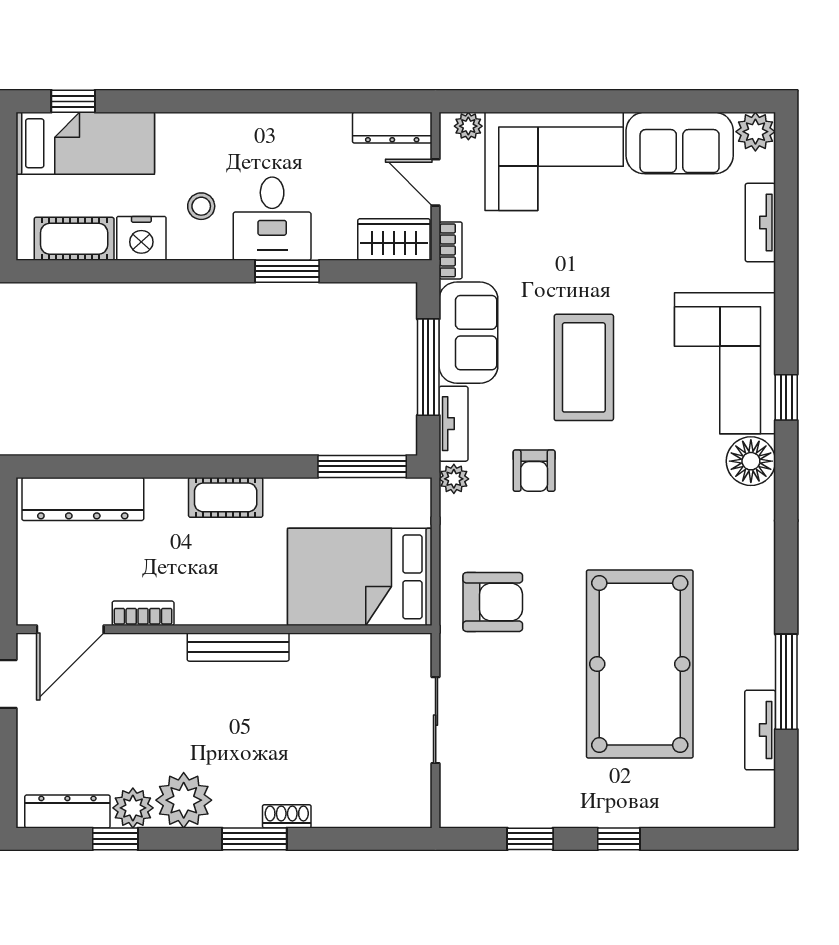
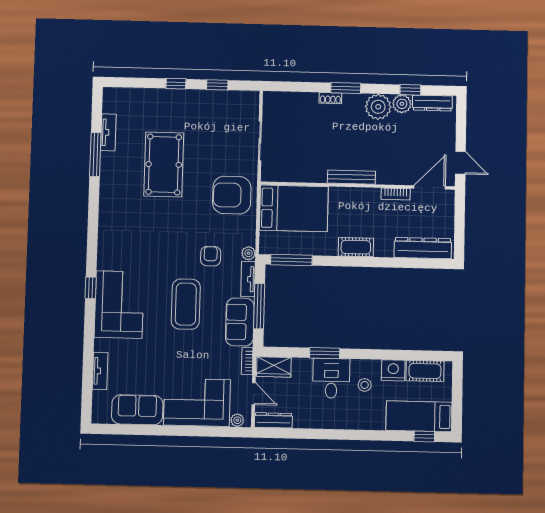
plant: (755, 132) -> (101, 414), removed
floor lamp: (751, 461) -> (108, 258), removed
armchair: (493, 602) -> (232, 195), width x1.36, depth x1.36
pool table: (640, 664) -> (164, 164), width x0.73, depth x0.76

